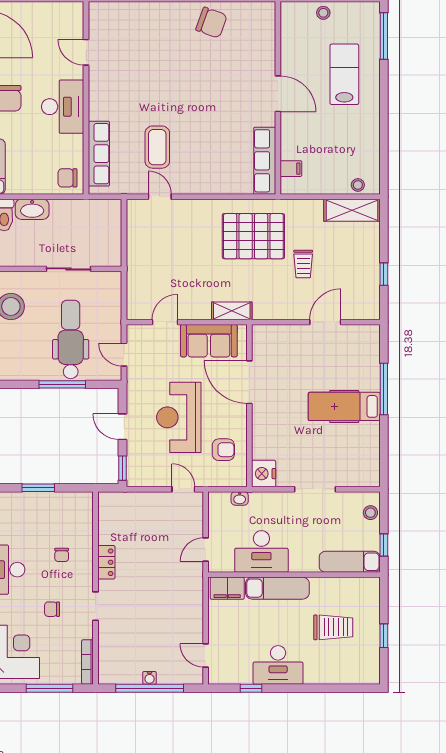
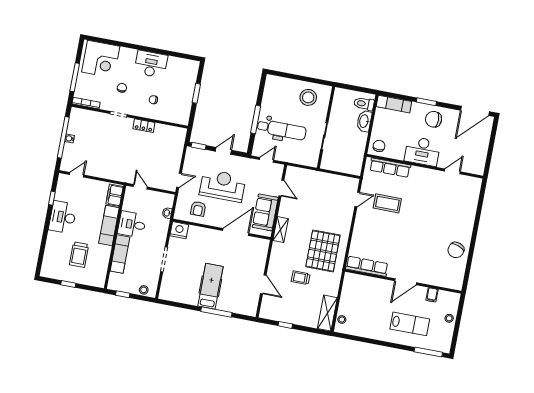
filing cabinet: (291, 169) -> (432, 295), moved
desk: (261, 552) -> (132, 224), width x0.73
exam couch: (350, 562) -> (120, 254), moved

